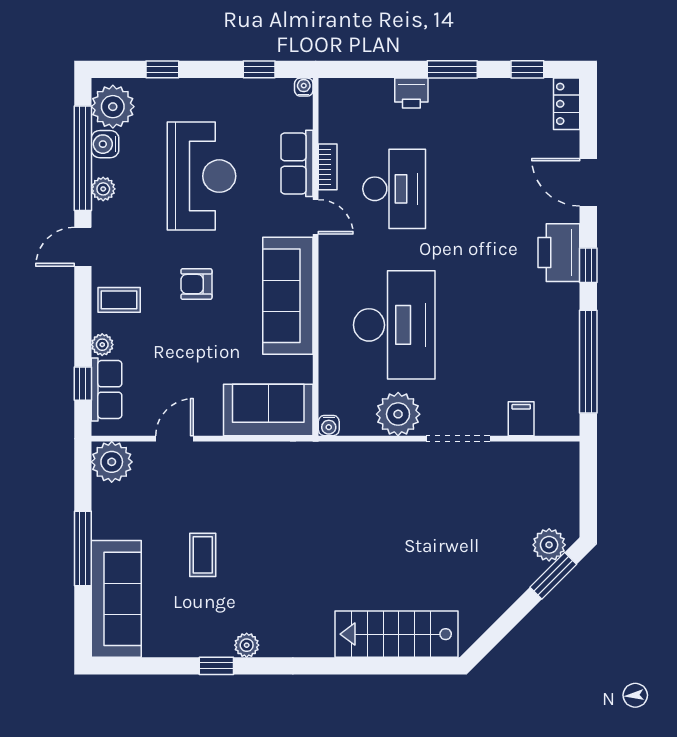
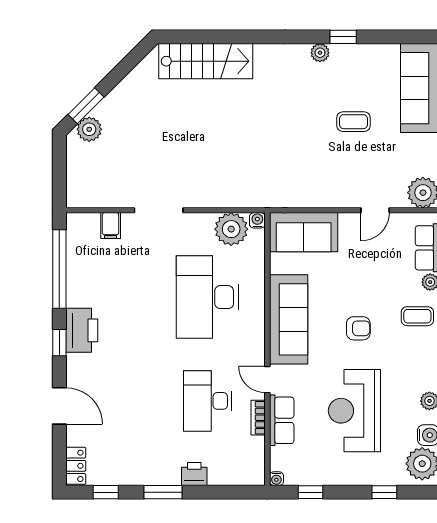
printer: (559, 253) -> (82, 330), moved
plant: (398, 414) -> (231, 229), moved
coffee table: (203, 555) -> (353, 122), turned 90

